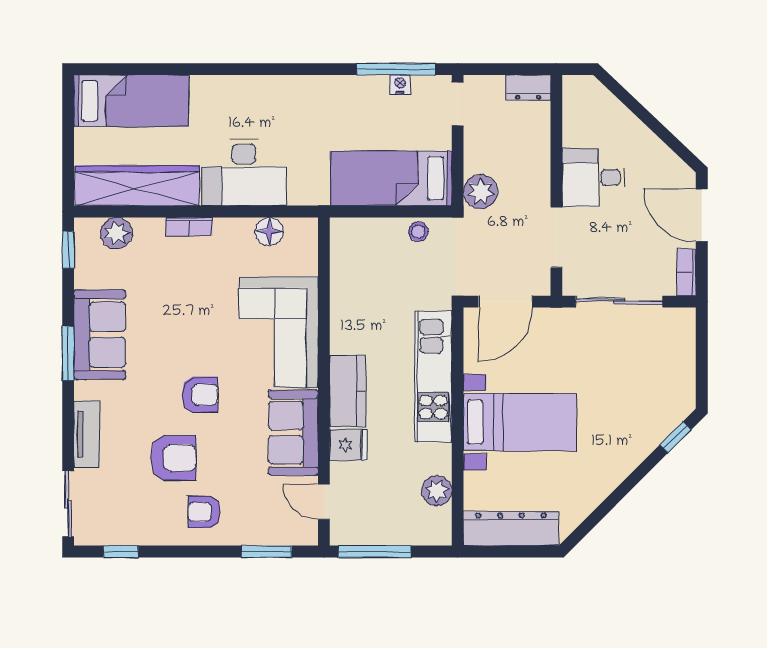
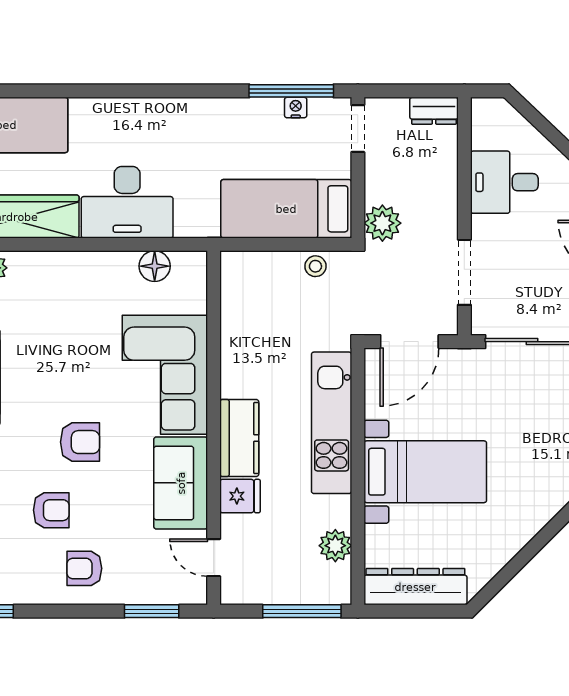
desk: (593, 177) -> (504, 182), moved
bookcase: (189, 227) -> (68, 261), removed
armchair: (173, 458) -> (51, 510), width x0.72, depth x0.72
window: (375, 552) -> (302, 611), moved

